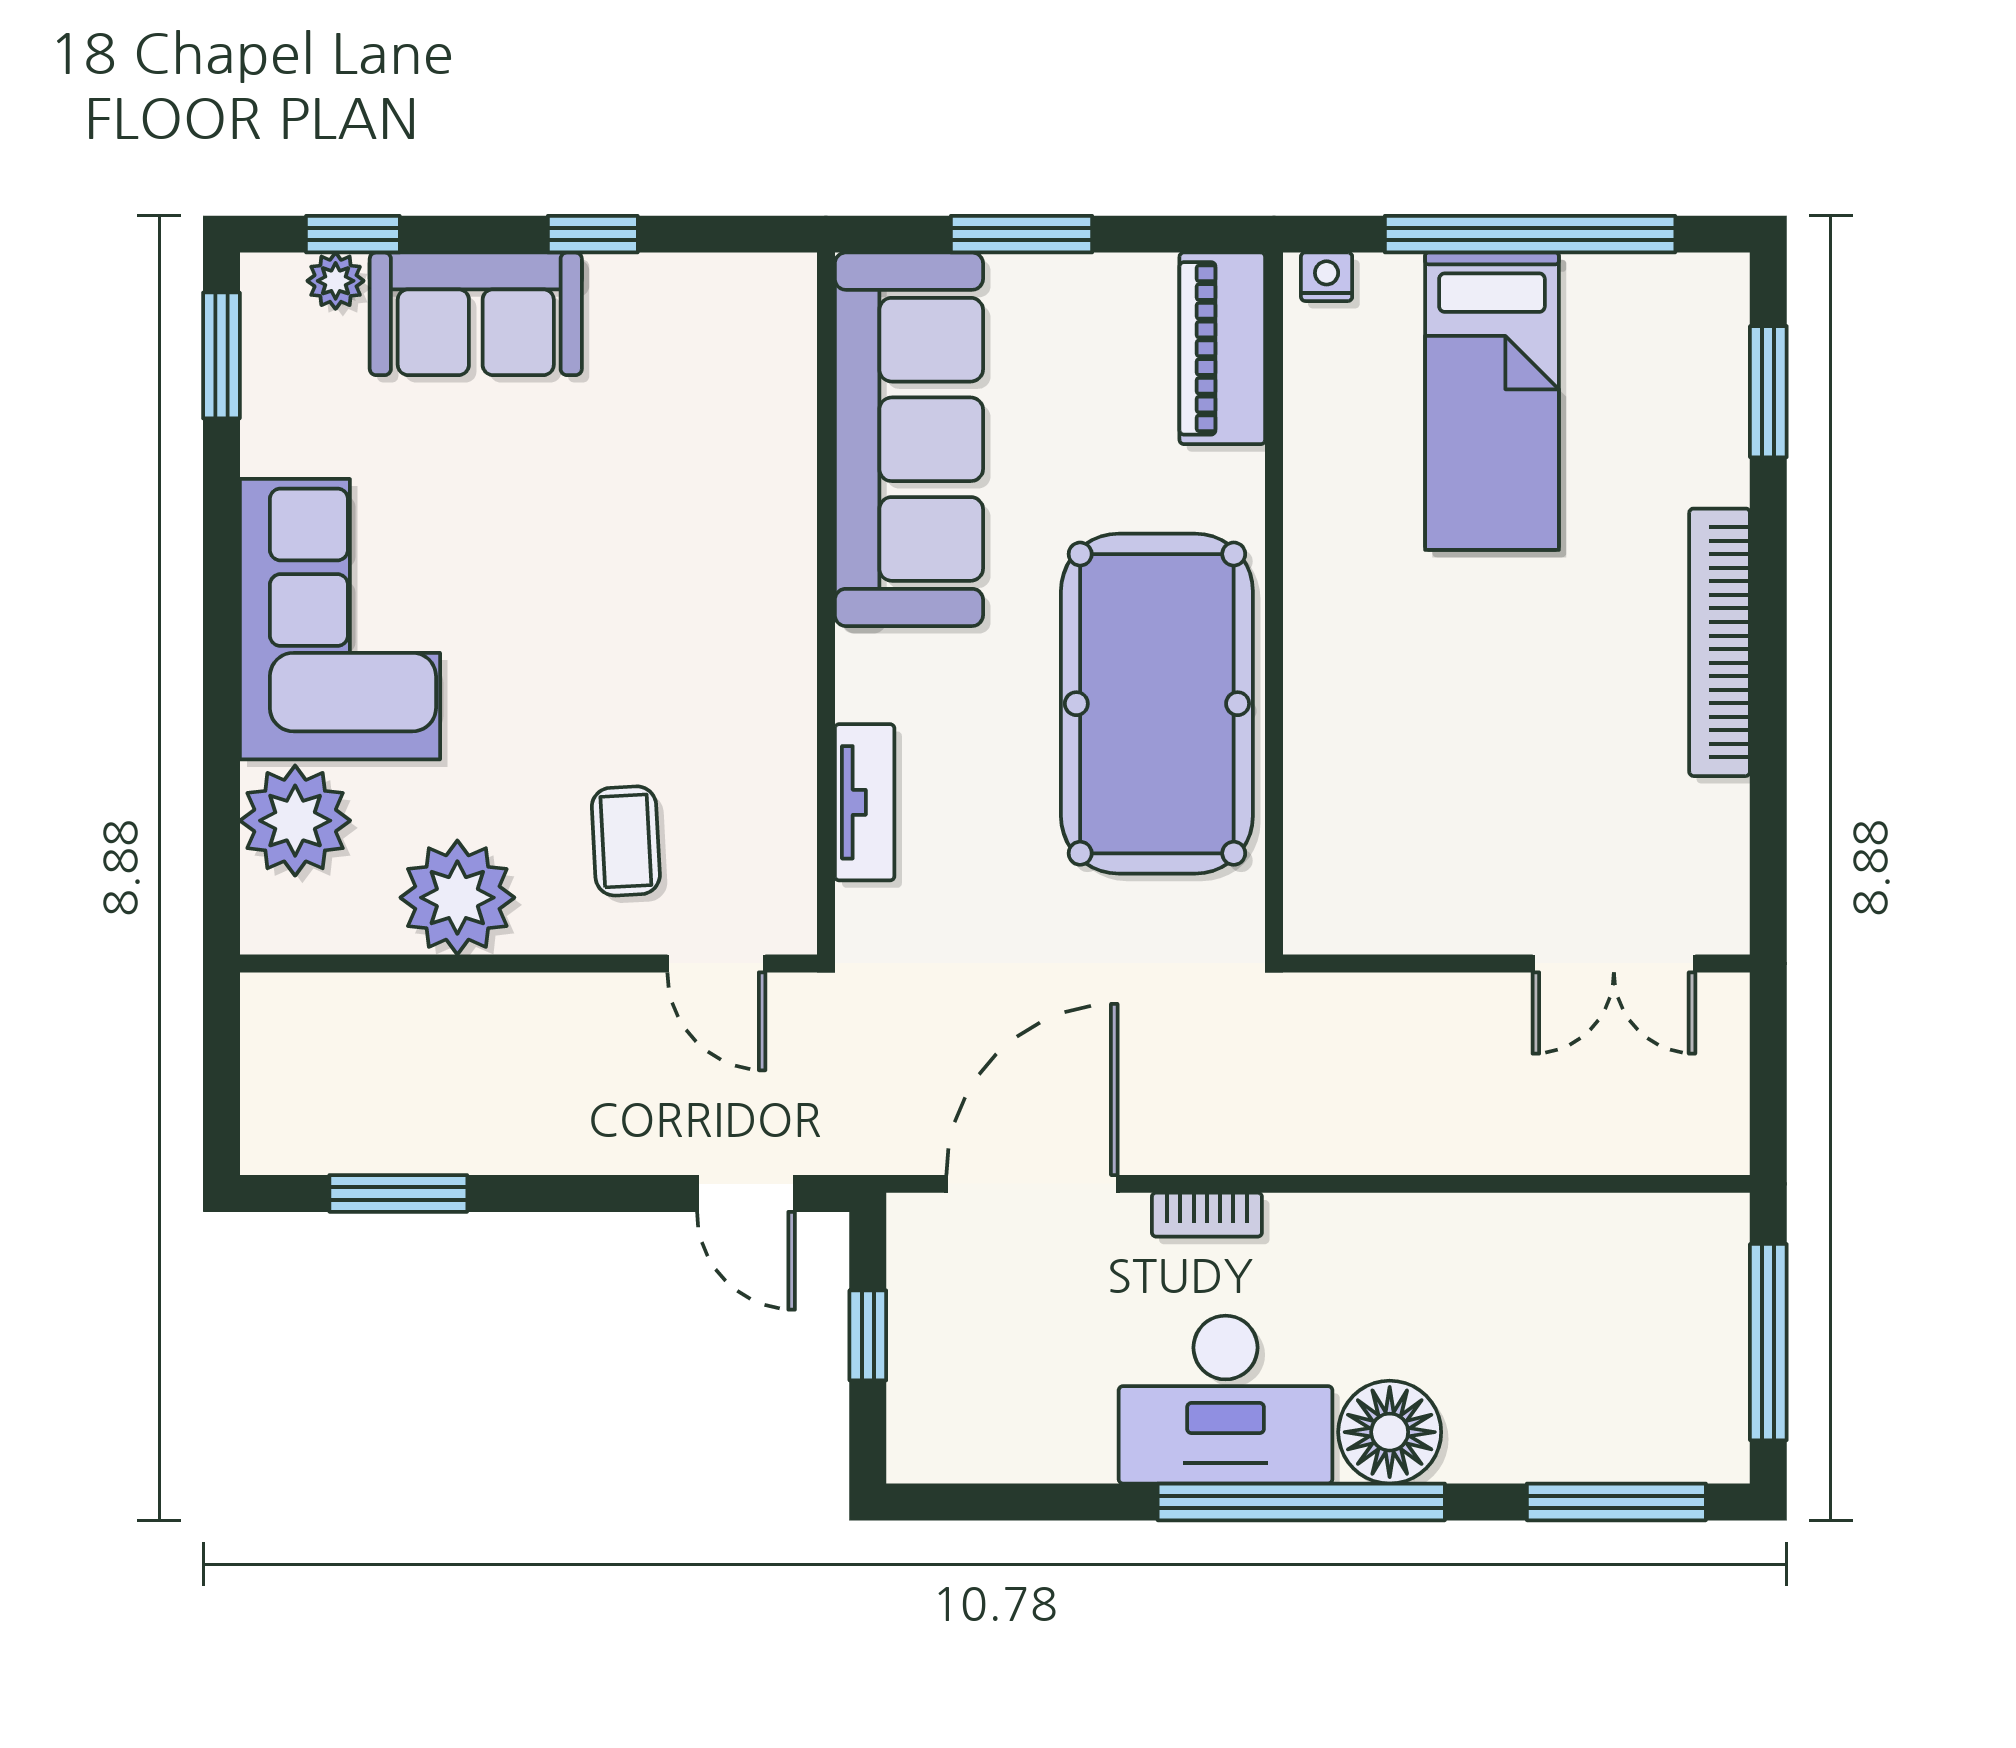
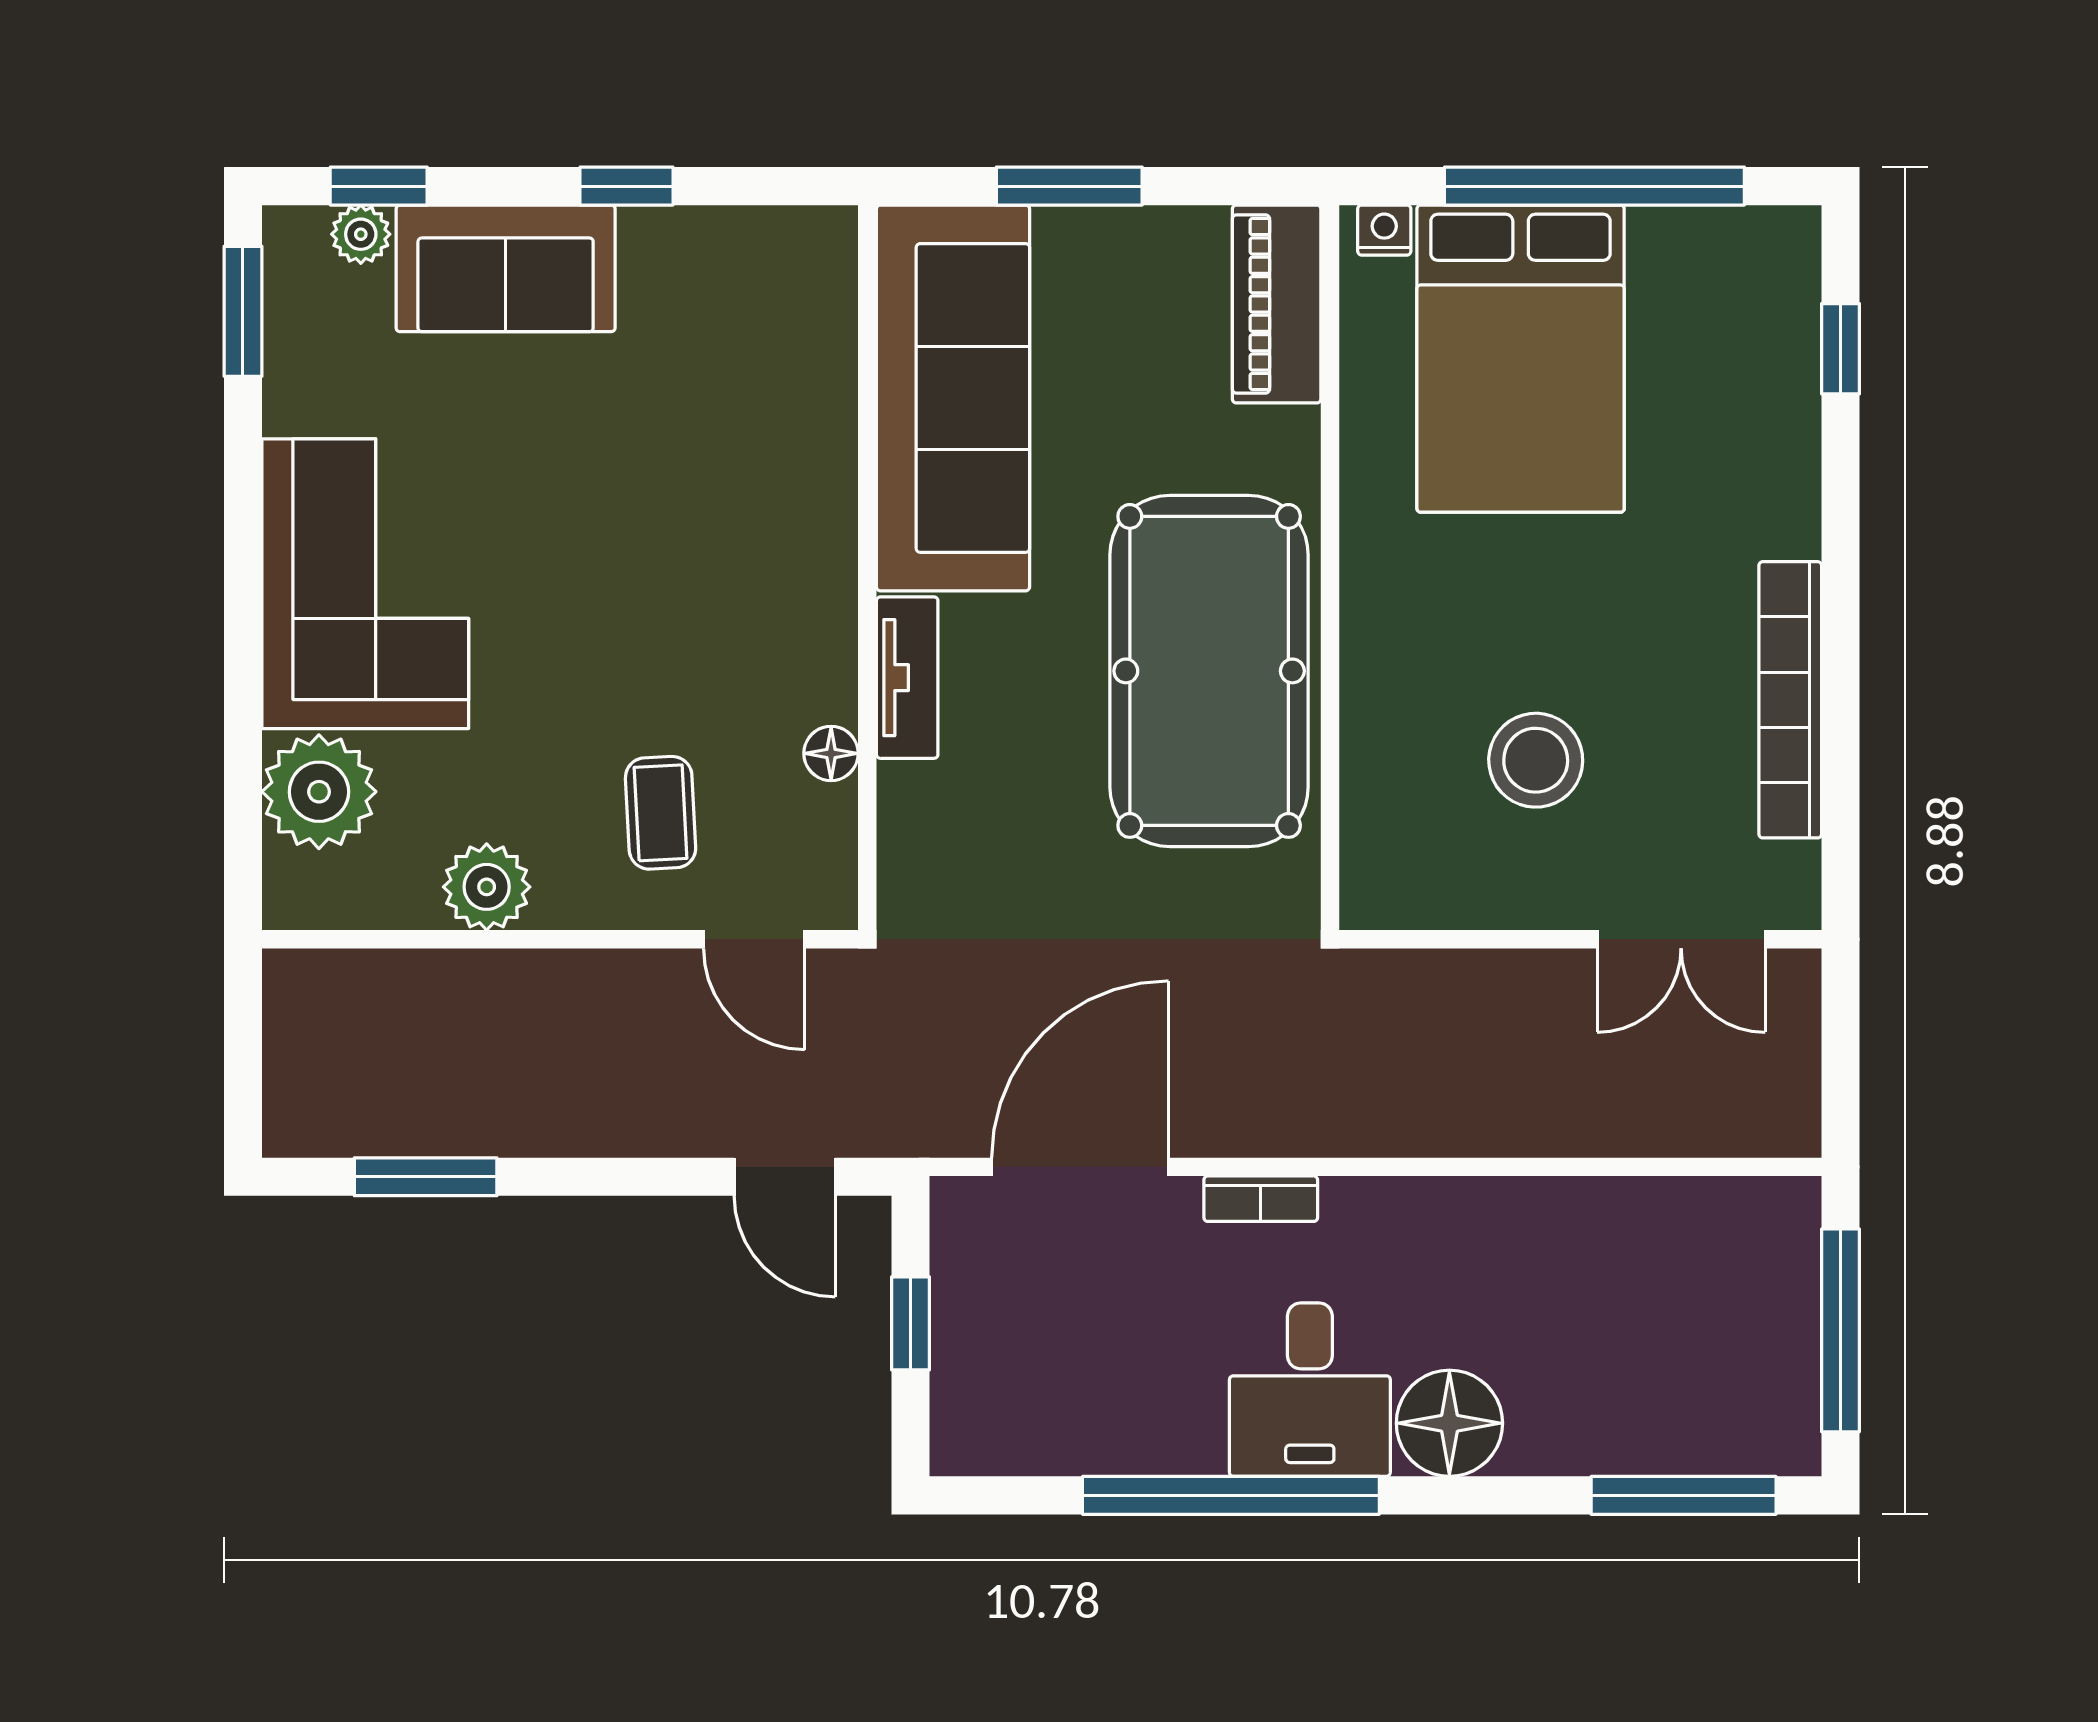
window: (1768, 392) -> (1841, 349), width x0.67
bed: (1492, 401) -> (1521, 359), width x1.50
bookcase: (1720, 642) -> (1790, 700), moved
floor lamp: (791, 784) -> (831, 753), added
stool: (1473, 790) -> (1536, 760), added
tv unit: (865, 802) -> (907, 678), moved
plant: (457, 898) -> (487, 887), width x0.73, depth x0.73
desk: (1226, 1400) -> (1310, 1390), width x0.73
window: (1301, 1502) -> (1231, 1495), moved

